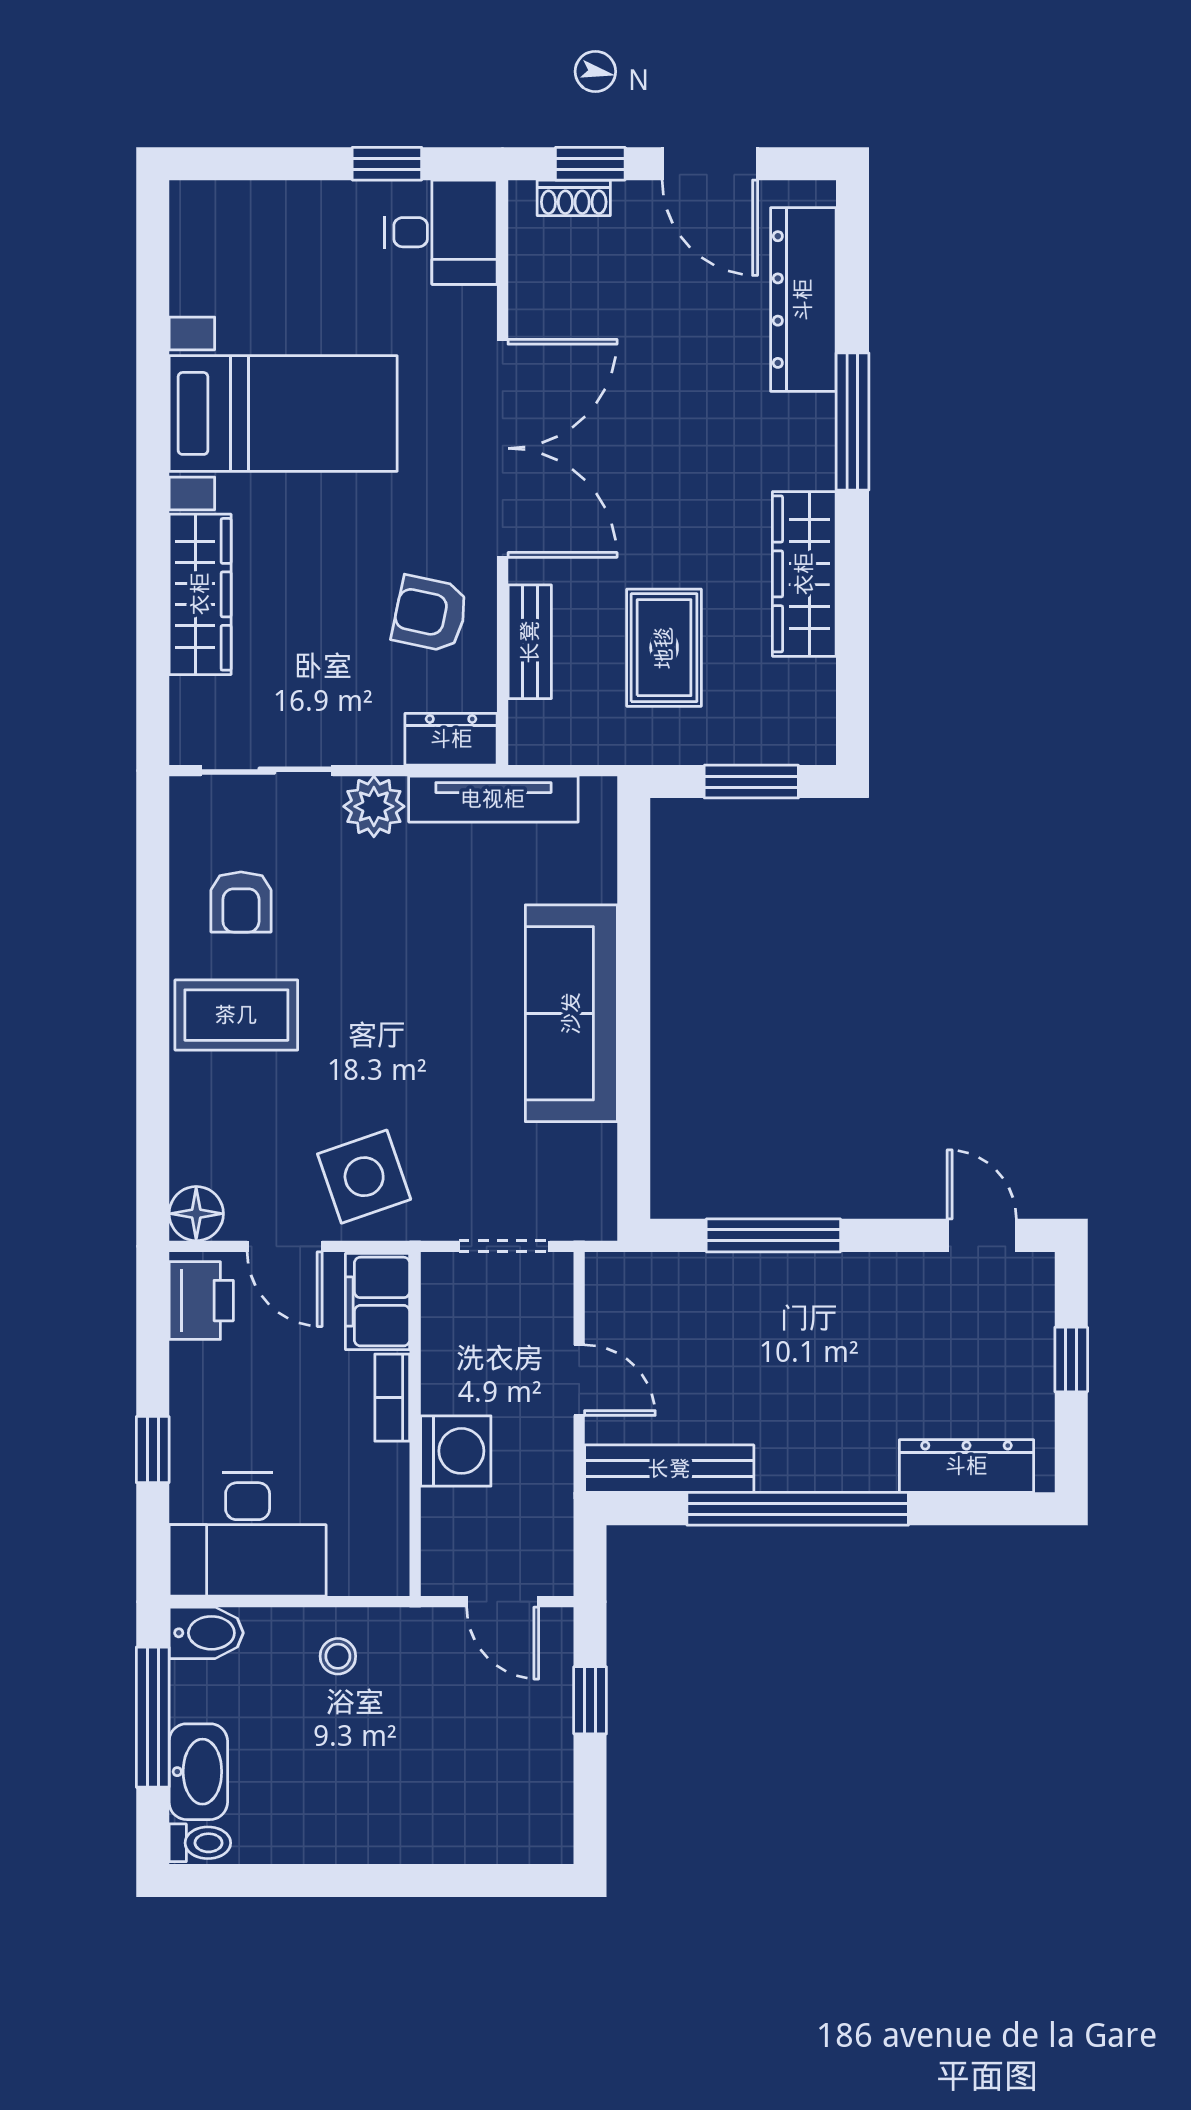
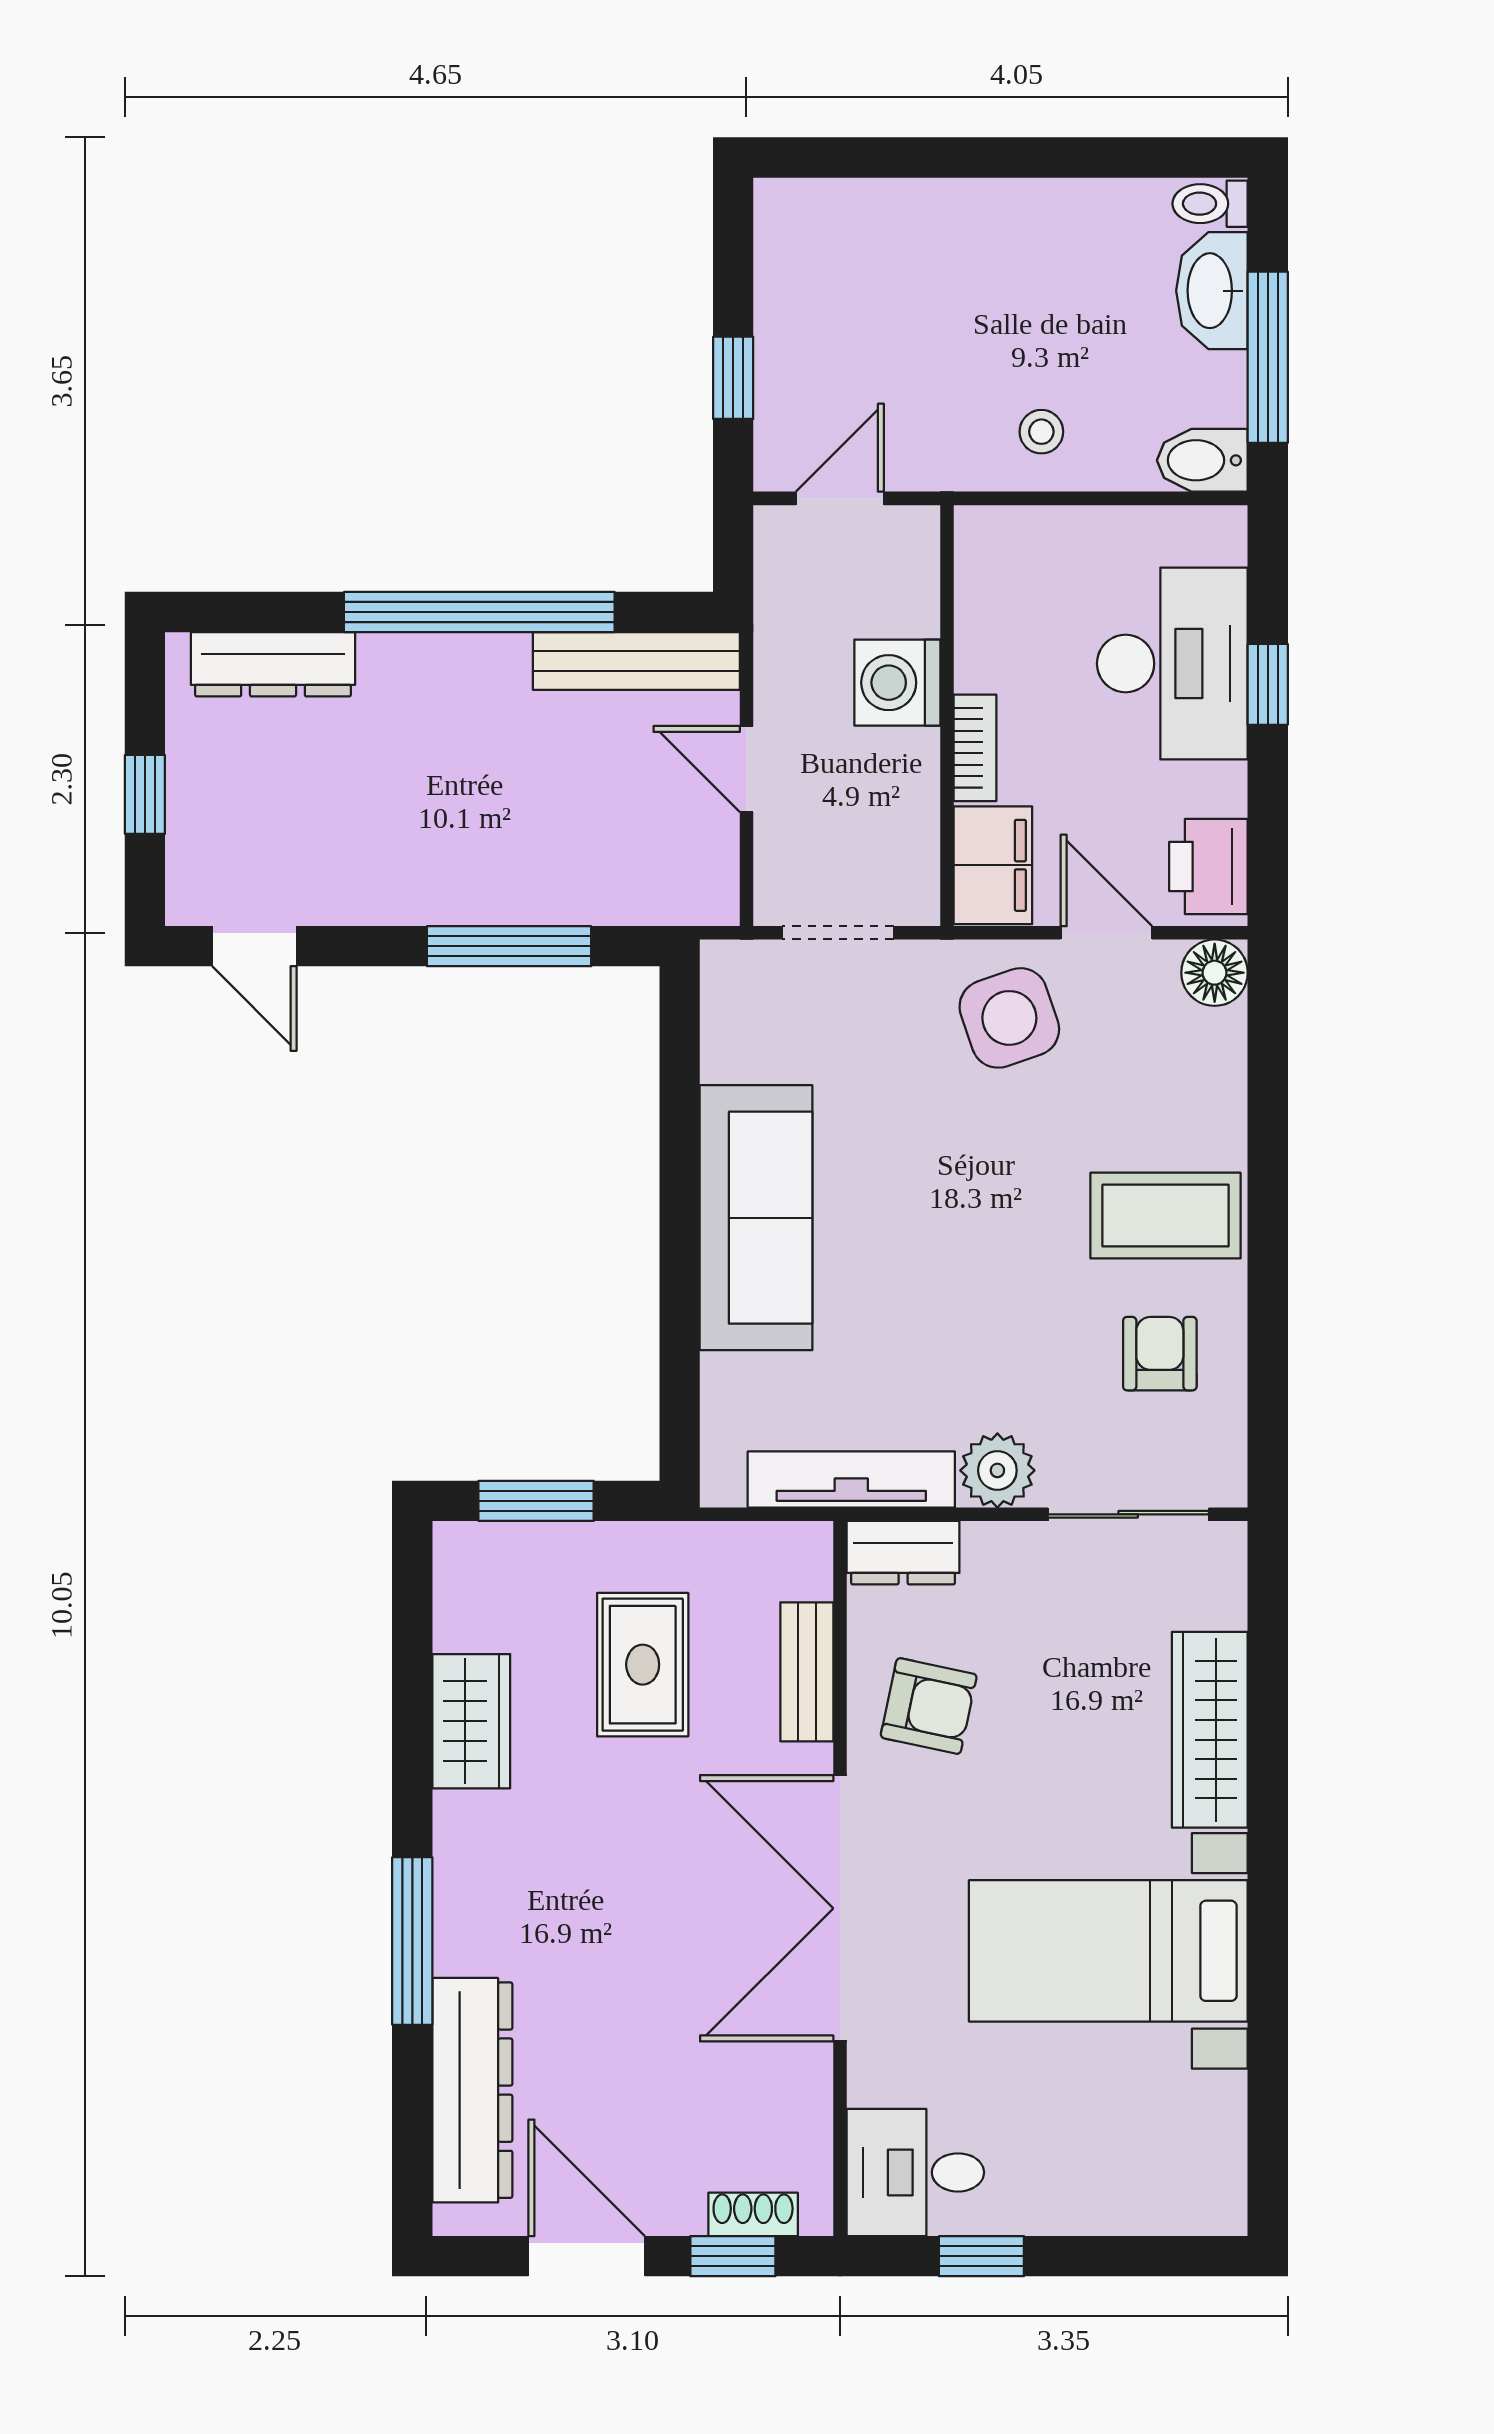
wardrobe: (804, 574) -> (471, 1721), width x0.67
desk: (248, 1535) -> (1172, 664), moved, turned 90
door: (503, 1602) -> (840, 498), hinge flipped

